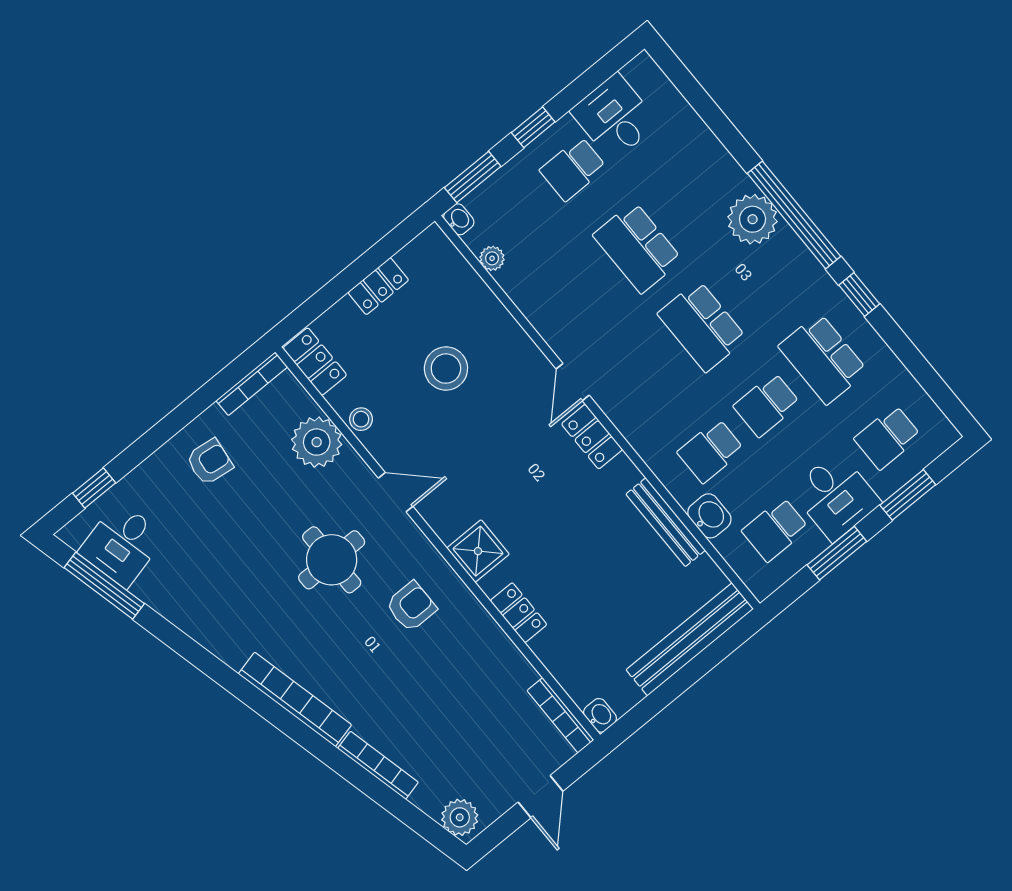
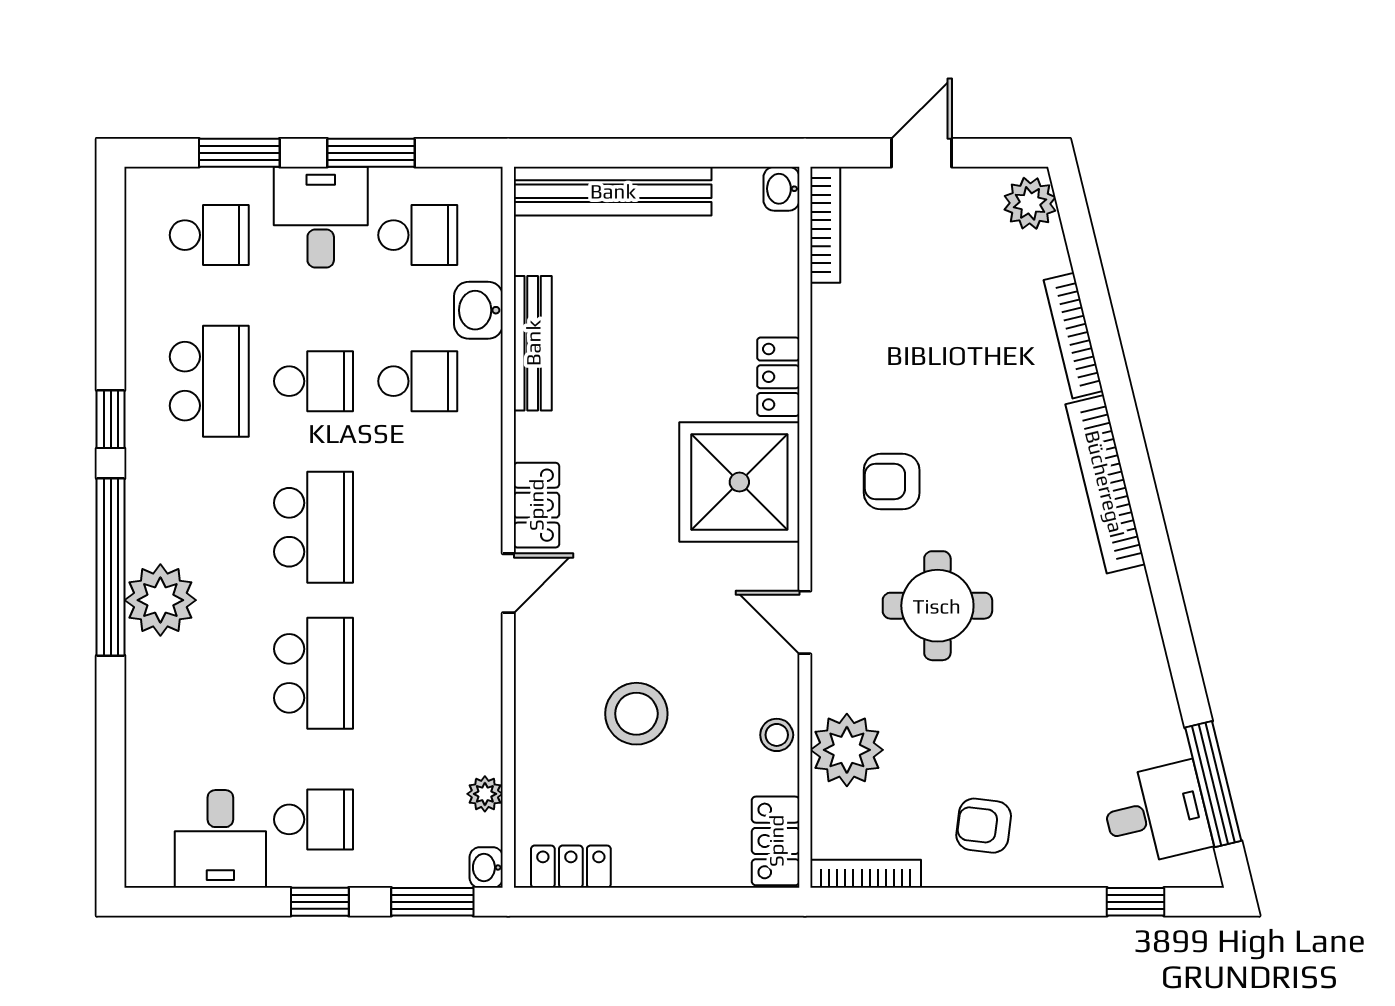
locker: (378, 286) -> (571, 867), moved
shower: (478, 551) -> (739, 482), width x1.86, depth x1.86

